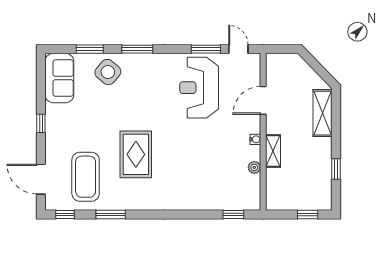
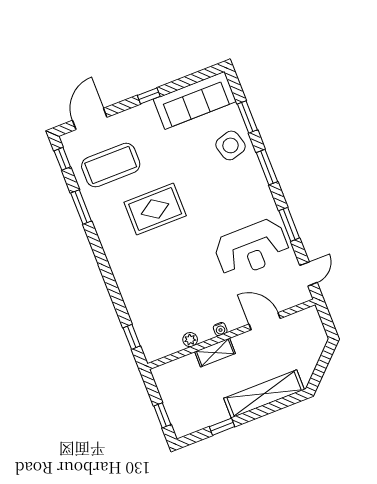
window: (206, 49) -> (289, 224), moved
side table: (108, 72) -> (231, 145), turned 34
sofa: (59, 78) -> (195, 100), width x1.36
reception desk: (199, 88) -> (252, 248), turned 180
shelving: (323, 113) -> (264, 394), width x1.47

